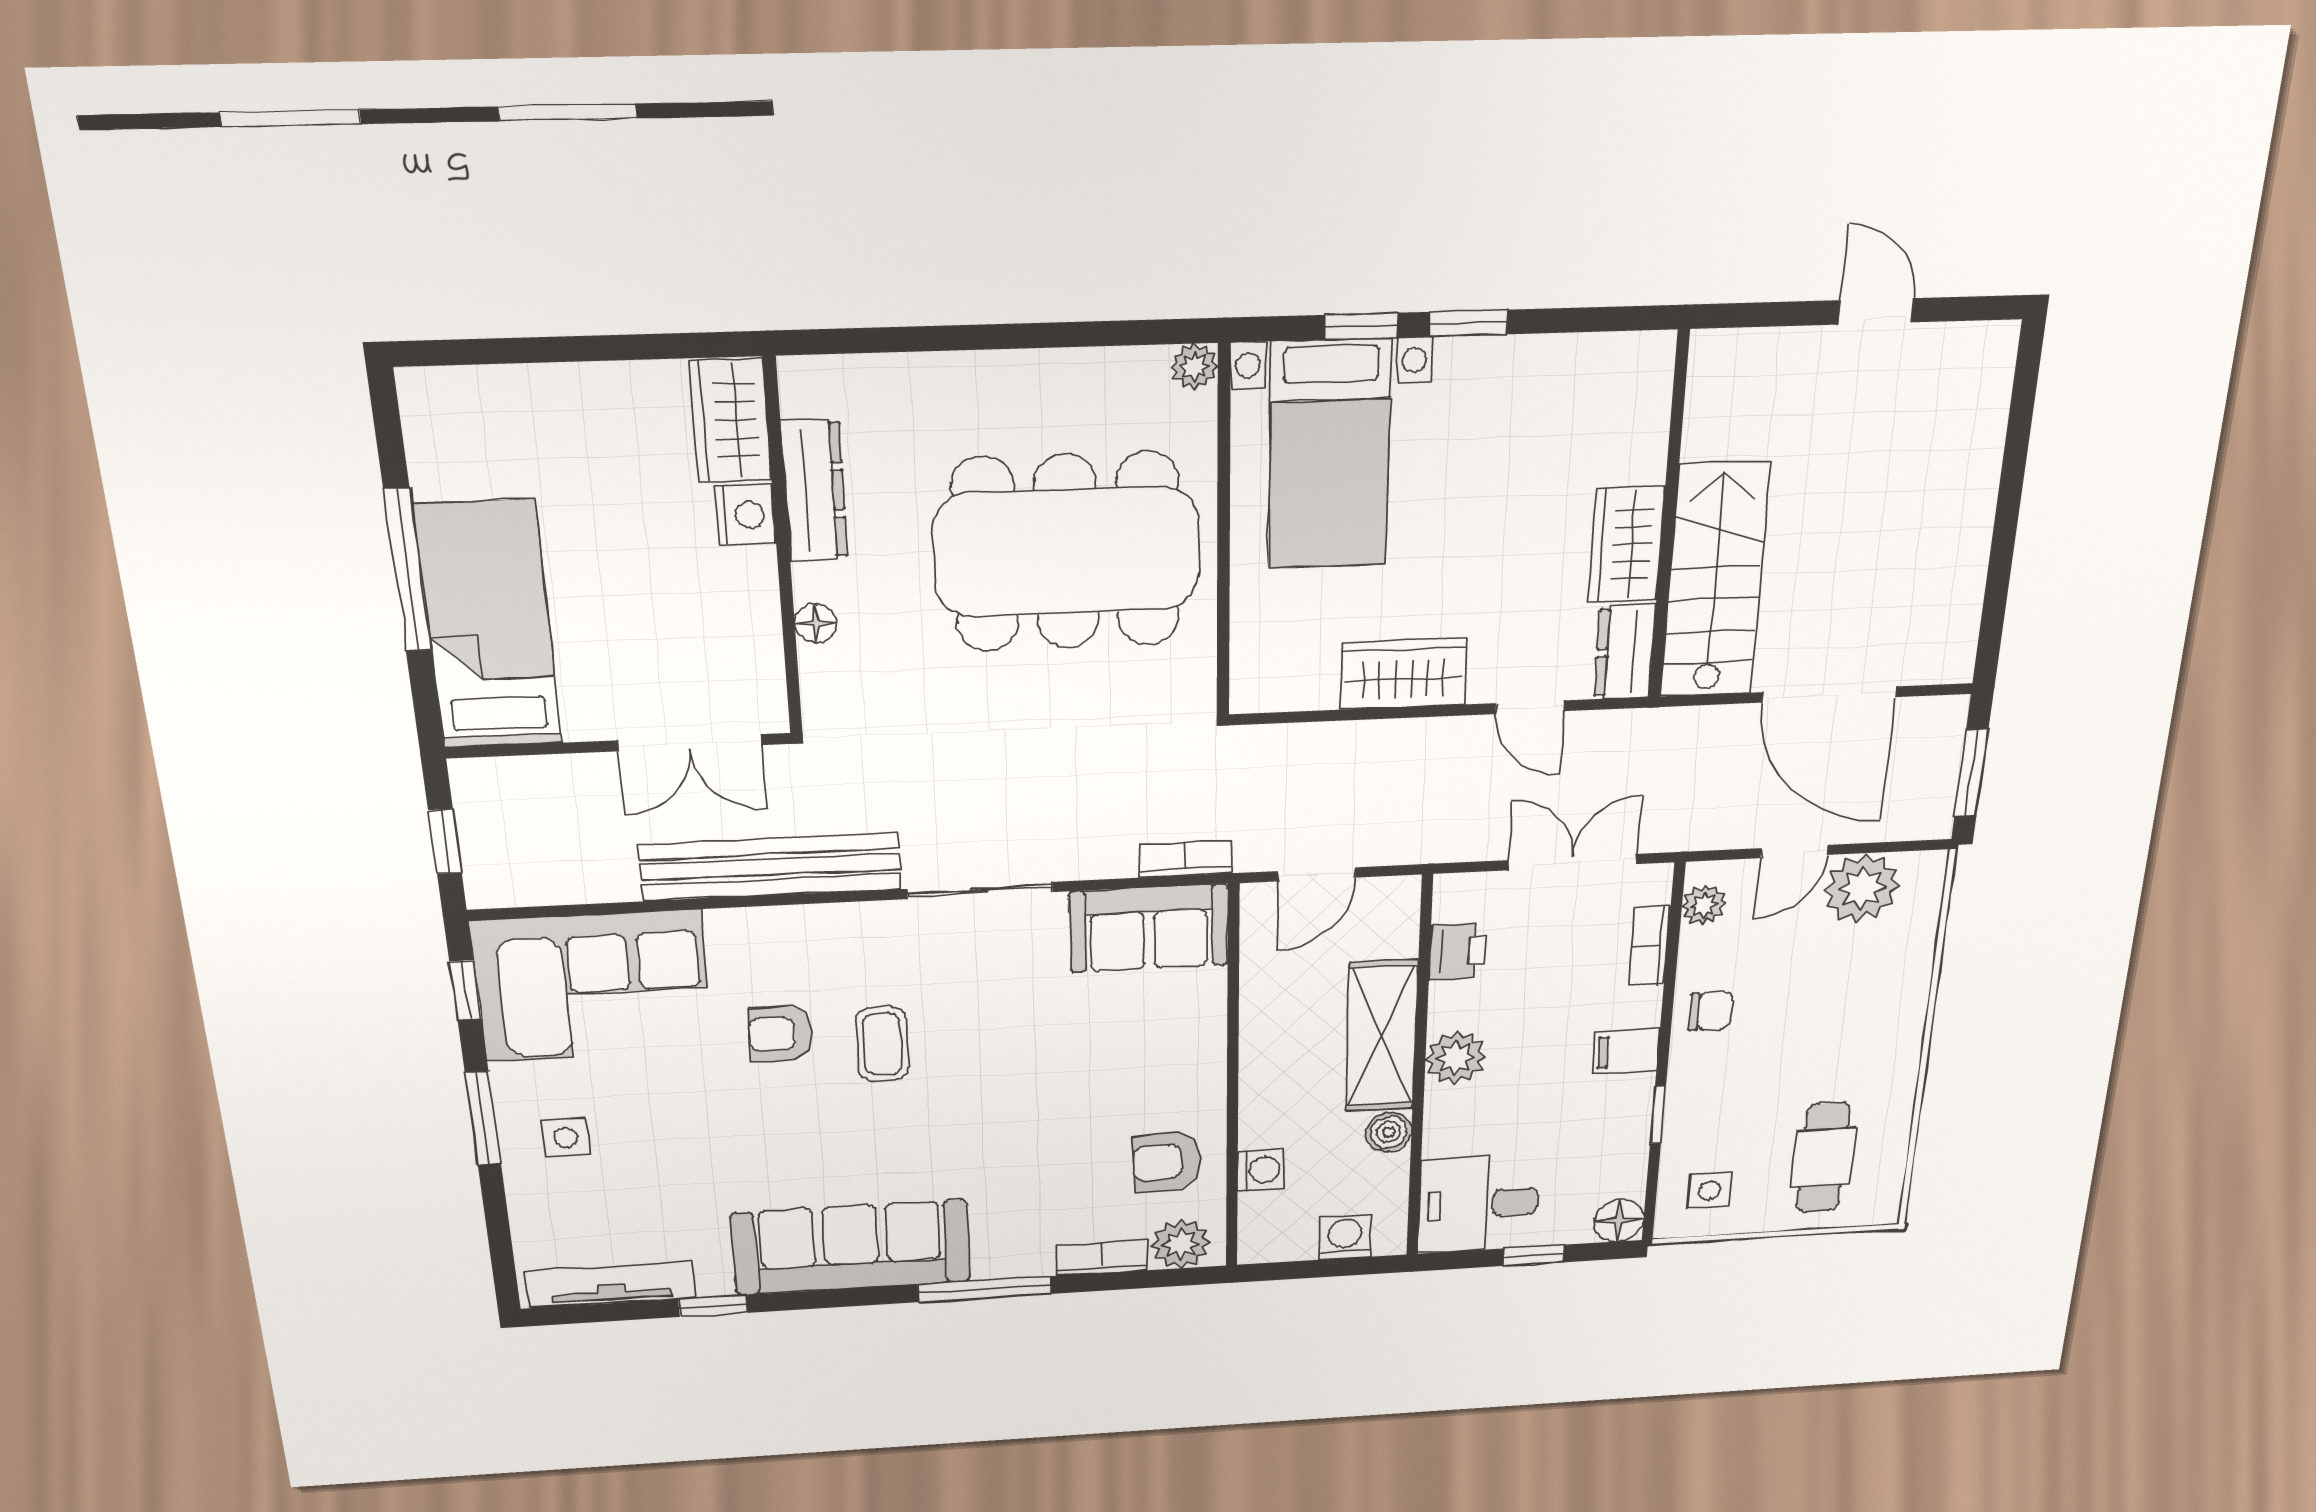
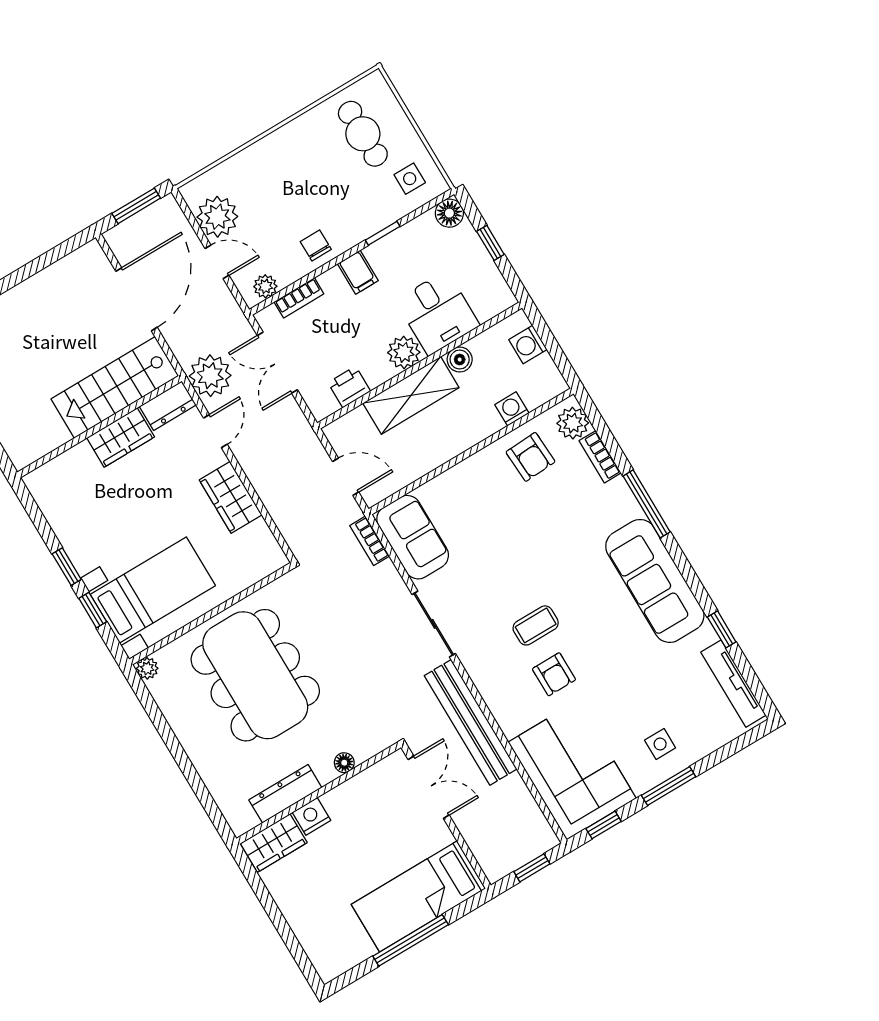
plant: (1625, 747) -> (210, 376), added
cafe table: (1823, 1158) -> (363, 134), turned 90
desk: (1478, 1204) -> (438, 313), moved

